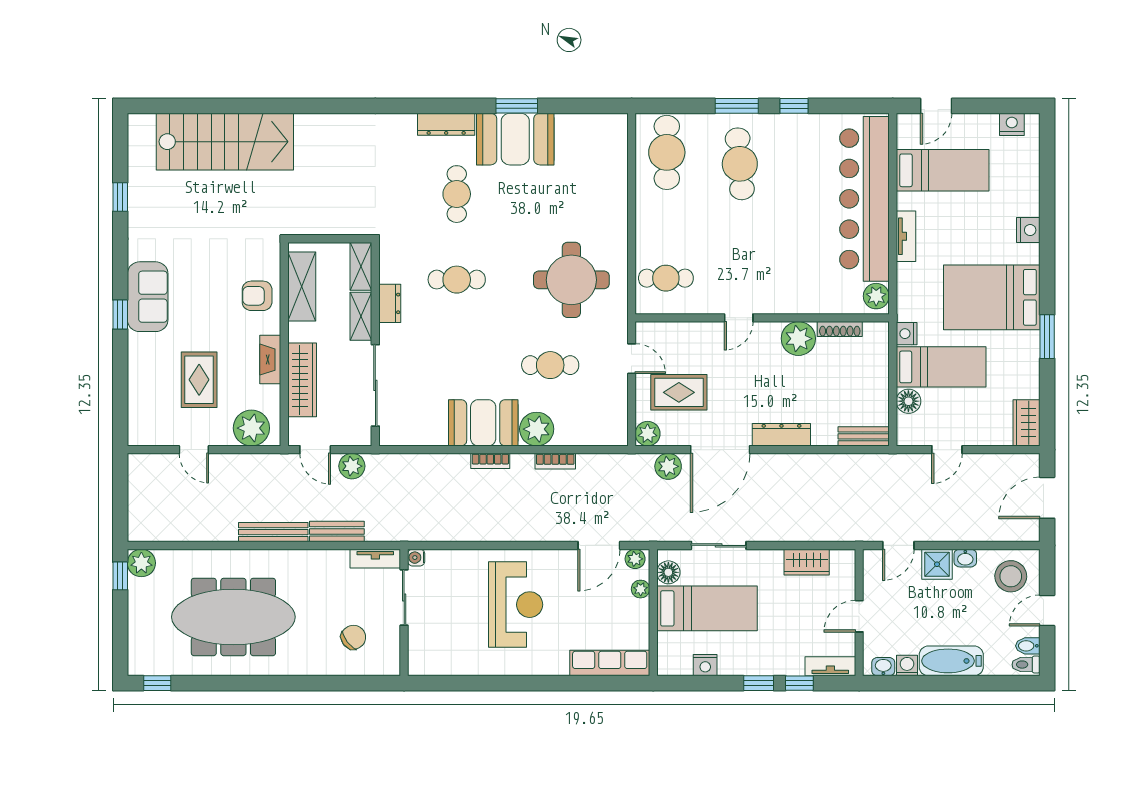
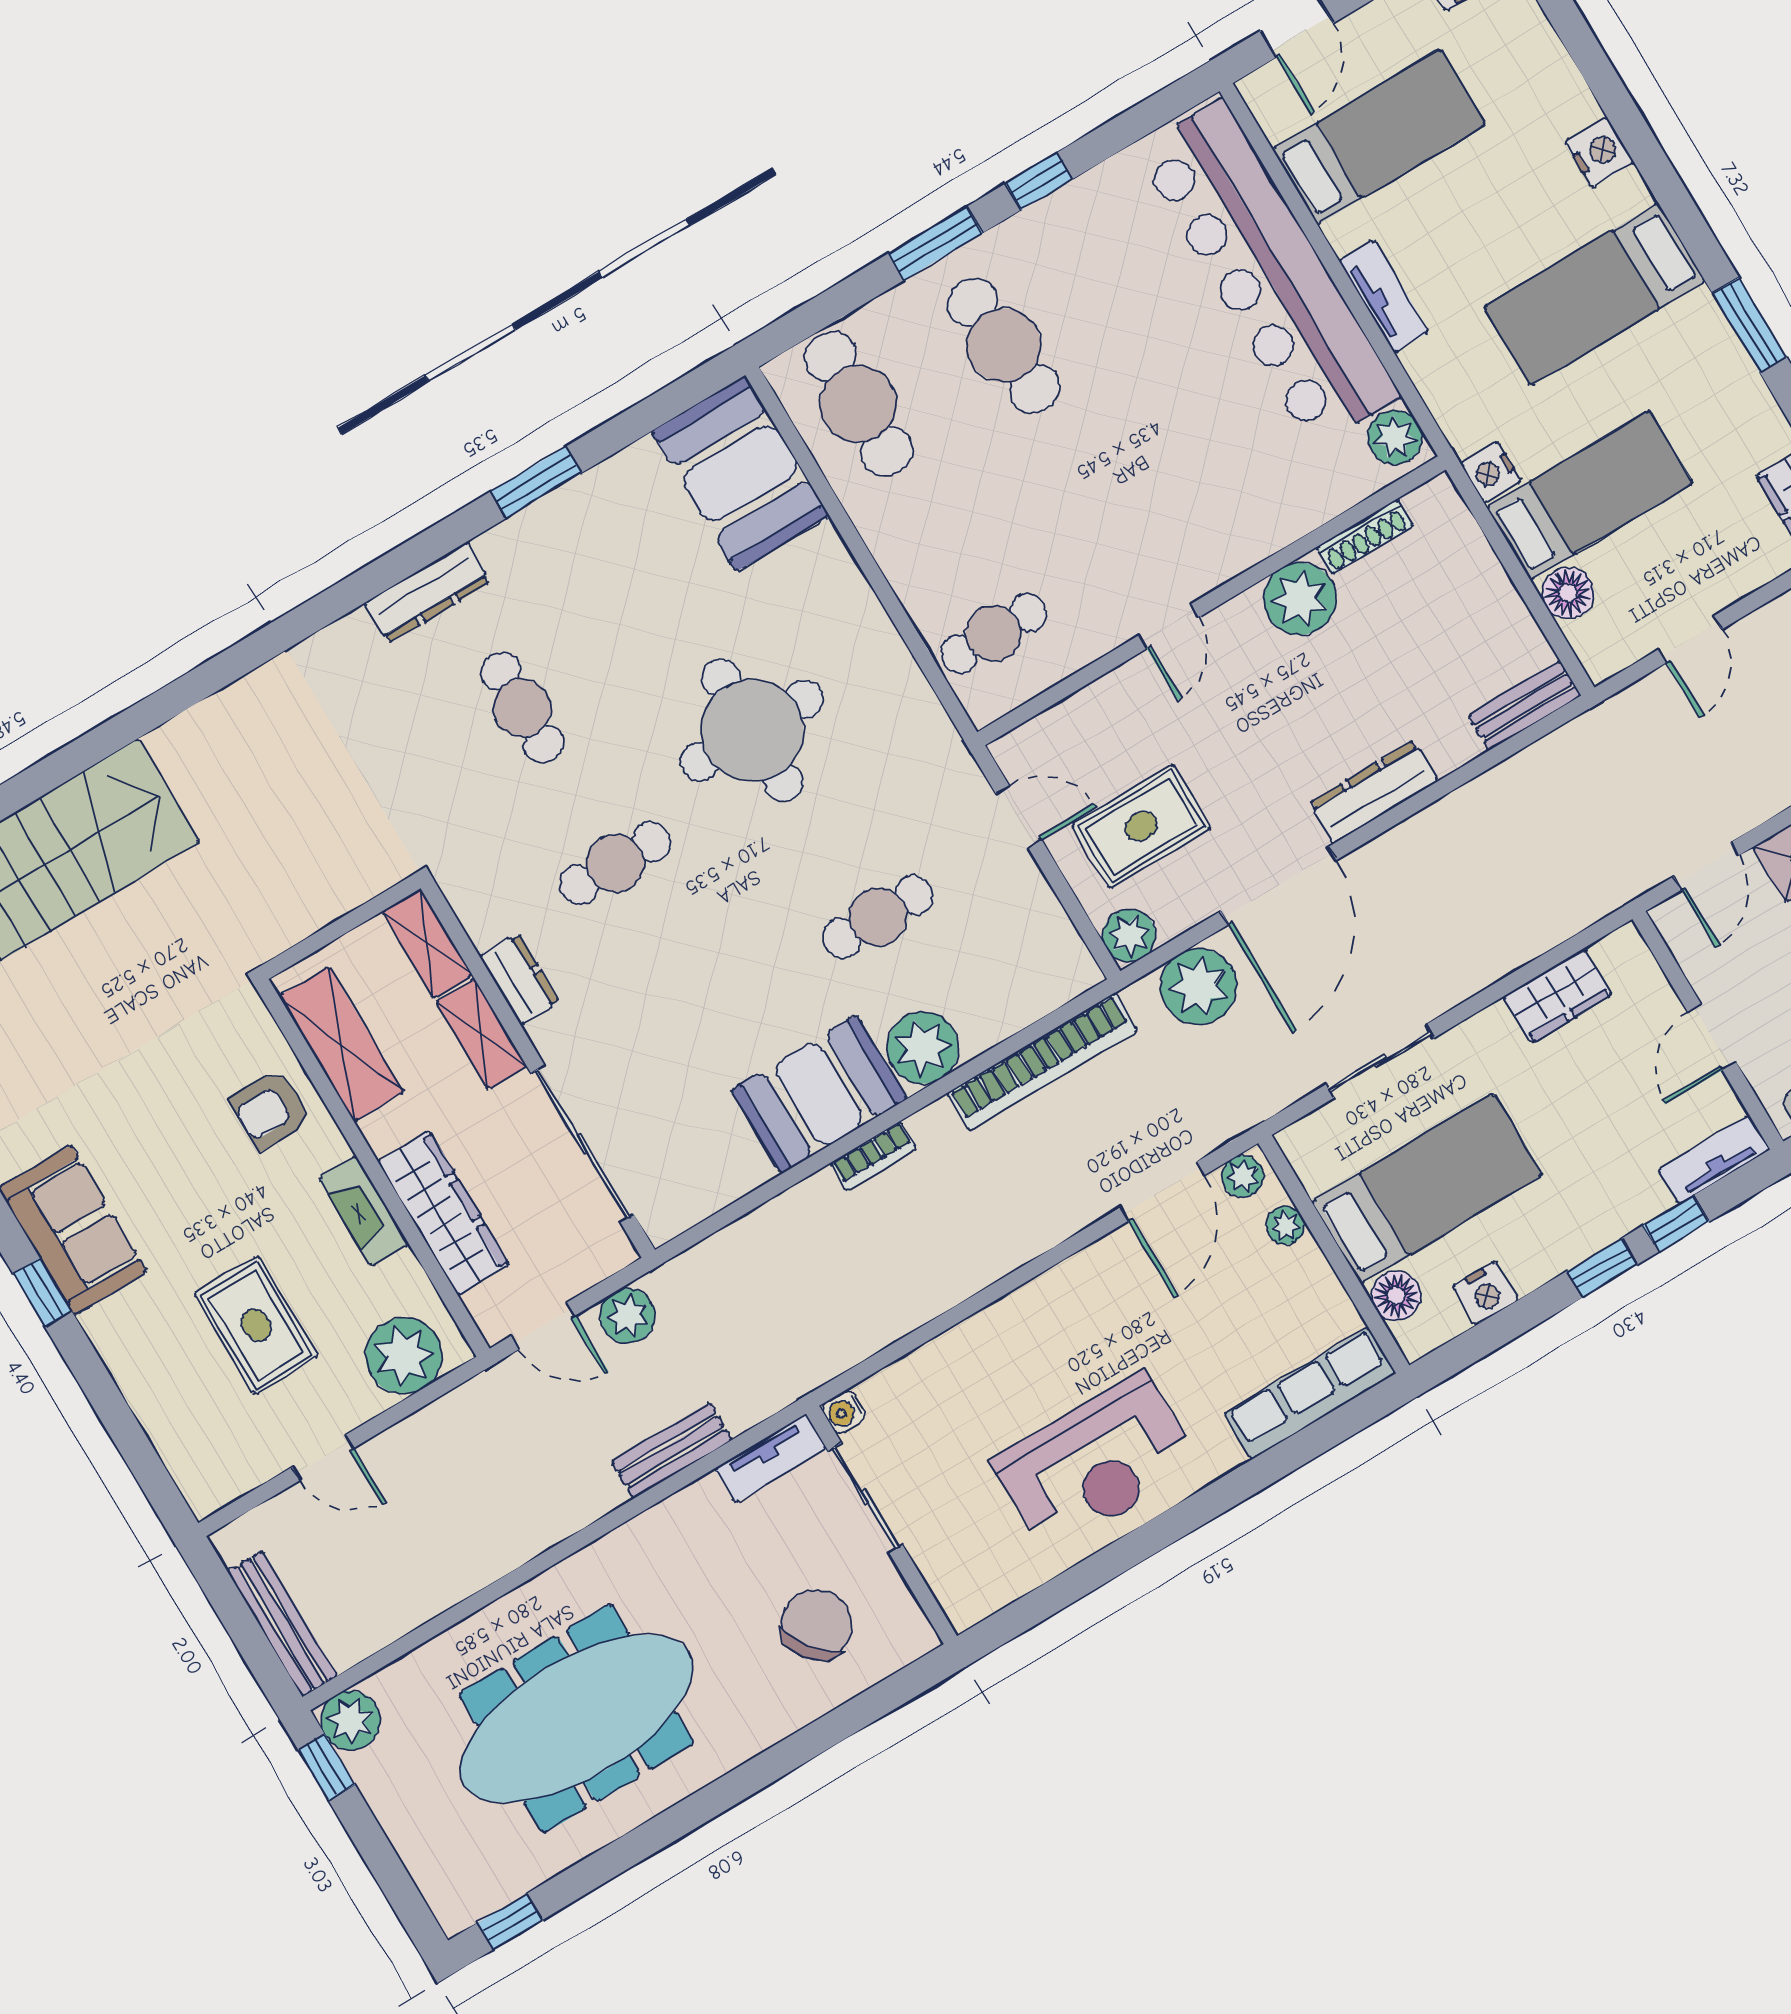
booth: (515, 139) -> (740, 473), moved, turned 90
round table: (571, 280) -> (752, 730), moved
bed: (992, 297) -> (1595, 294), width x0.67
bookcase: (555, 461) -> (1042, 1062), width x2.31, depth x1.31
plant: (668, 466) -> (1199, 986), width x1.36, depth x1.36
bench: (273, 532) -> (282, 1624), moved, turned 90
floor lamp: (668, 572) -> (1396, 1296), moved
reception desk: (516, 605) -> (1096, 1463), moved, turned 90
chair: (353, 637) -> (816, 1625), width x1.37, depth x1.37

